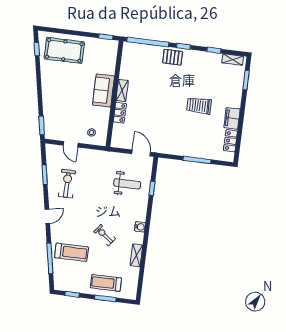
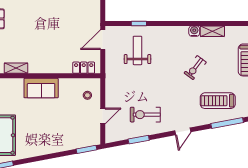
shelving: (122, 90) -> (16, 68), moved
locker: (120, 113) -> (84, 68), moved
door: (47, 216) -> (183, 131), swing flipped
water cooler: (140, 227) -> (194, 31), moved
treadmill: (72, 252) -> (218, 101), turned -90

